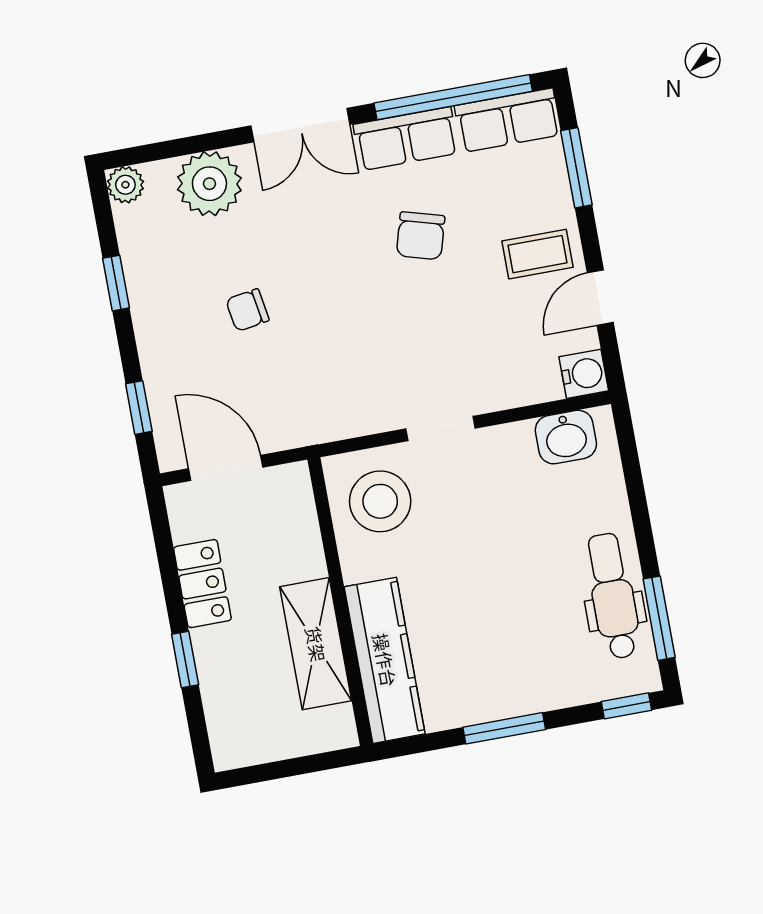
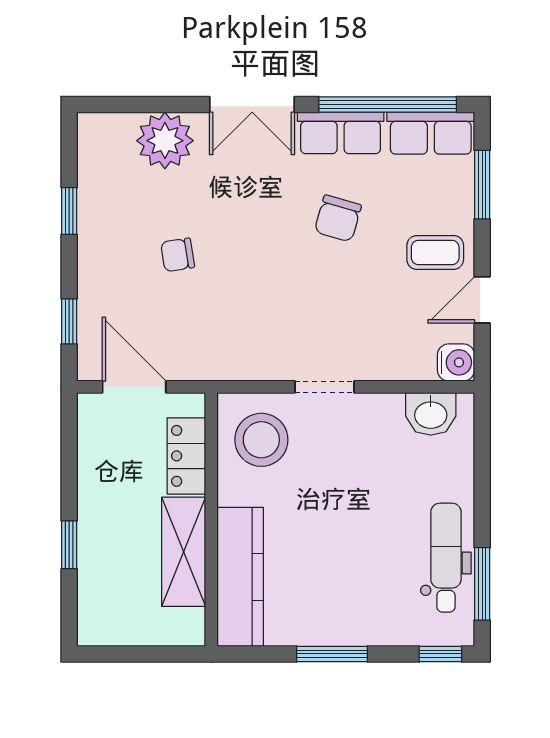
plant: (125, 185) -> (93, 128), removed
locker: (202, 584) -> (186, 456), moved, turned 180

